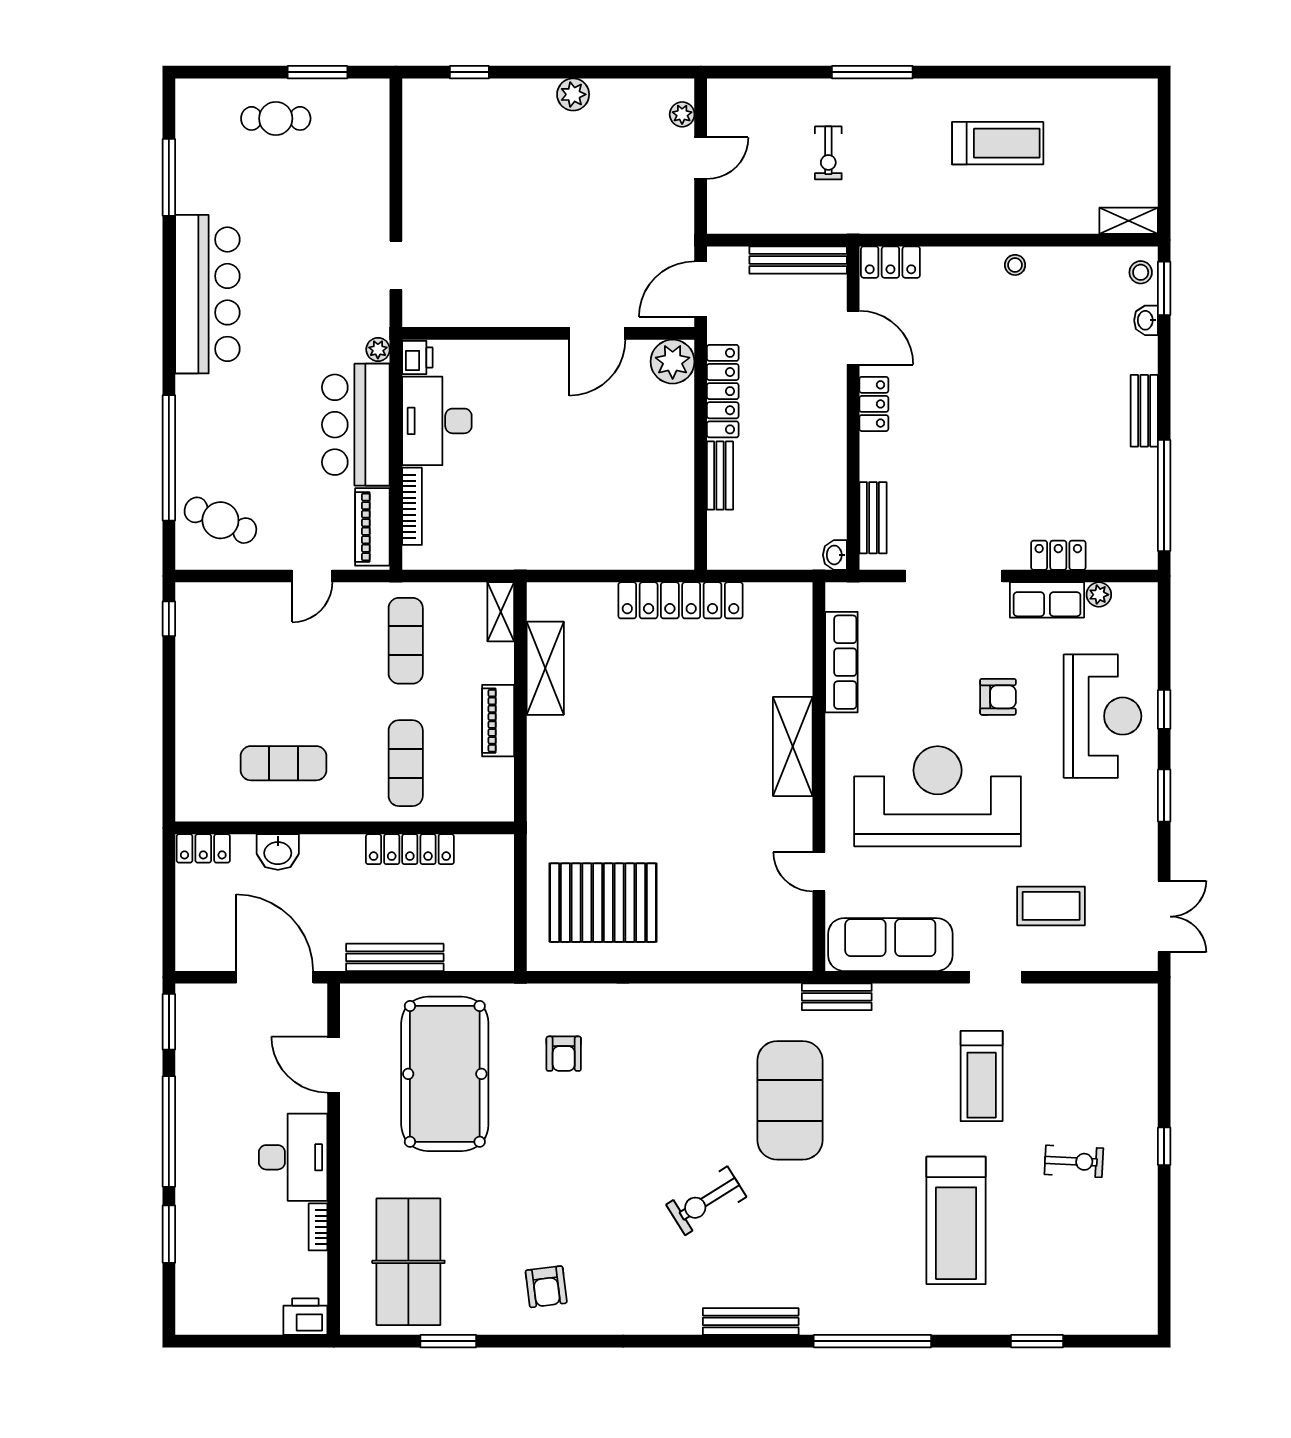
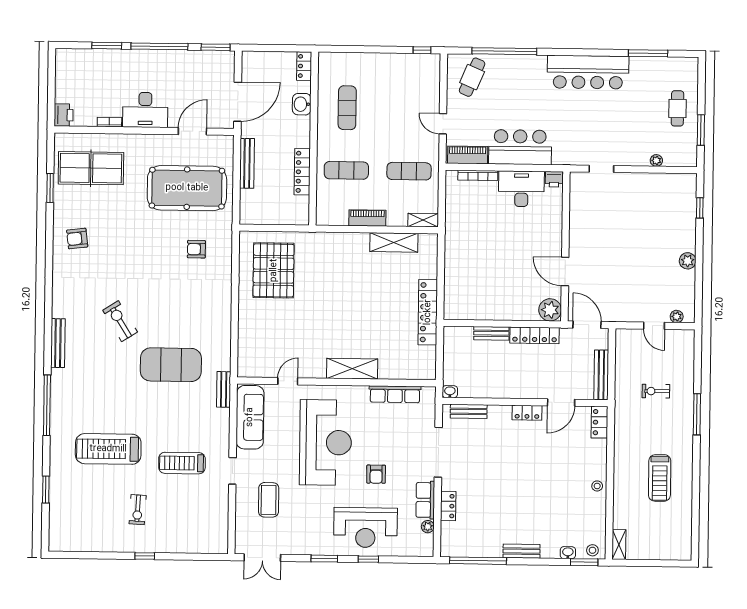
plant: (378, 349) -> (656, 160), moved

